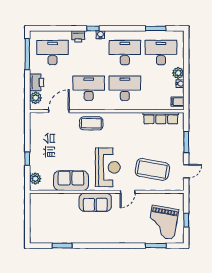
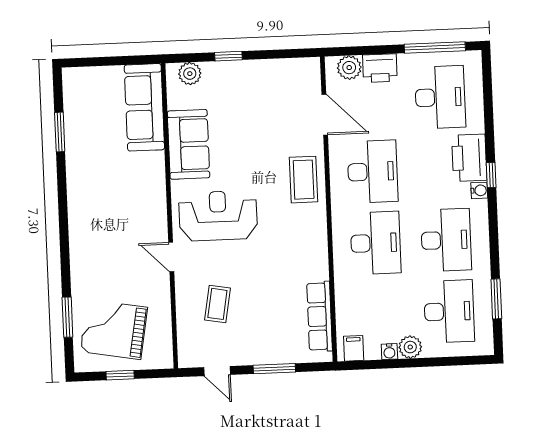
printer: (78, 36) -> (469, 158), width x1.87, depth x1.48
reception desk: (108, 167) -> (218, 216), turned 180
coffee table: (152, 169) -> (217, 304), width x0.54, depth x0.58
sofa: (95, 202) -> (144, 107), moved, width x1.36

